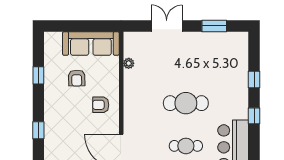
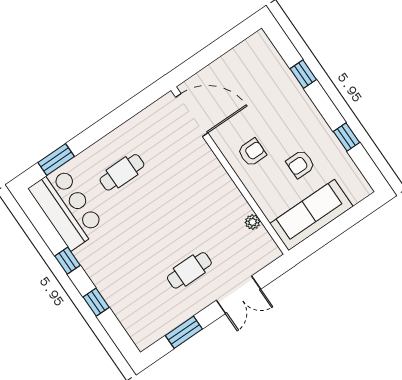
armchair: (77, 78) -> (301, 164), turned -89
cafe table: (186, 103) -> (189, 270), moved, width x0.73, depth x0.74

